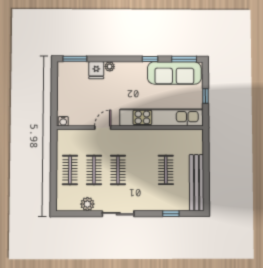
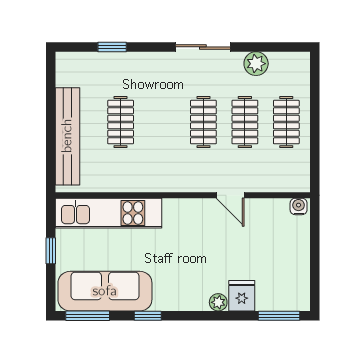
kitchen unit: (162, 117) -> (108, 213), width x0.73
door: (103, 128) -> (230, 195), hinge flipped
bench: (197, 182) -> (67, 136), moved

